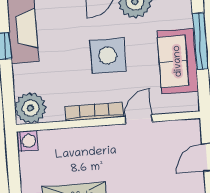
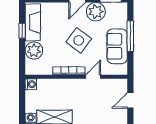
side table: (108, 56) -> (79, 40), turned 37
plant: (30, 108) -> (34, 51), moved

